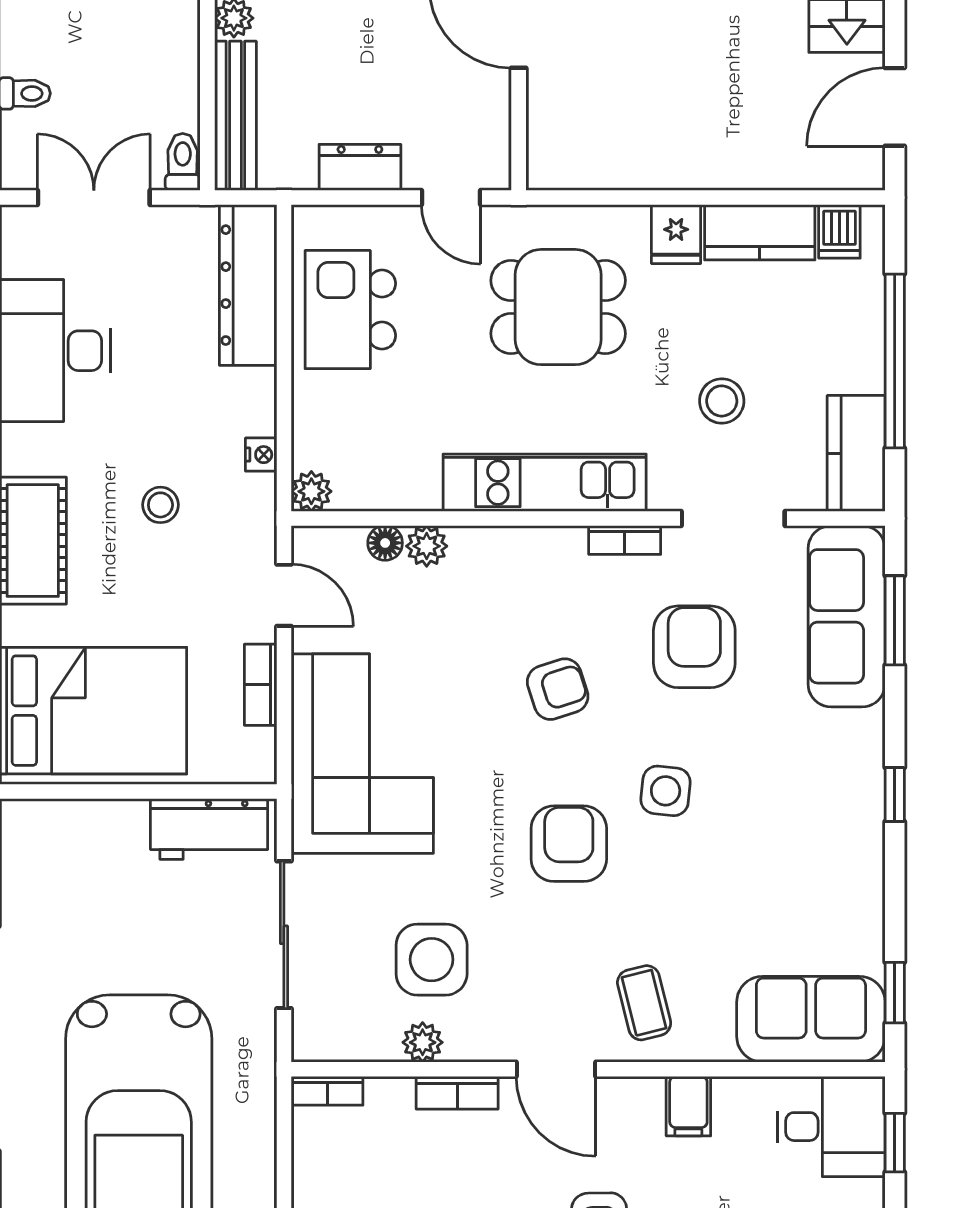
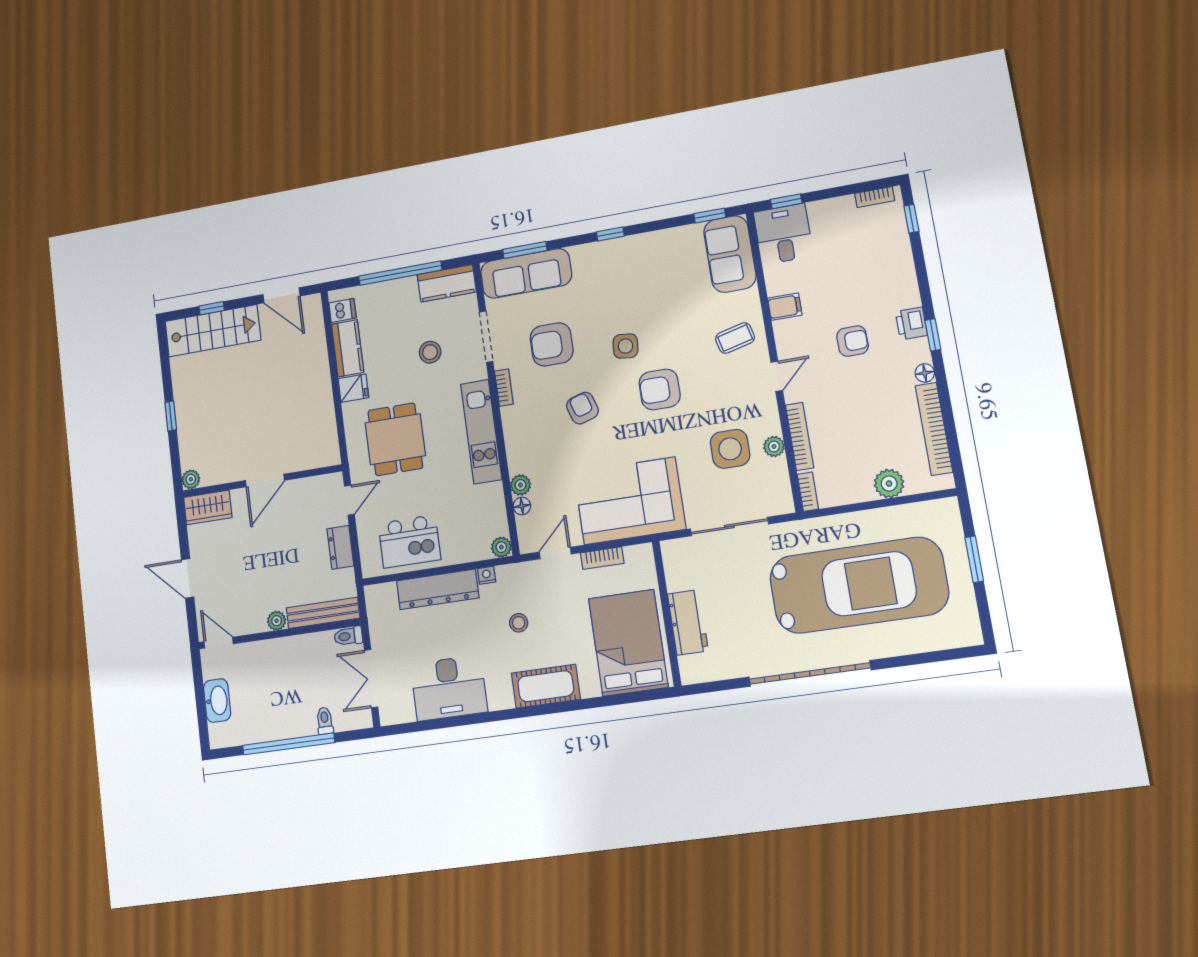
dresser: (248, 285) -> (438, 589), moved
workbench: (209, 829) -> (688, 622), moved
door: (556, 1069) -> (777, 376), width x0.73
bookcase: (457, 1093) -> (800, 436), width x1.56

